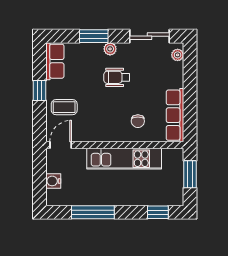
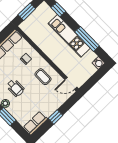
coffee table: (64, 107) -> (43, 77), moved
kitchen unit: (124, 159) -> (69, 36), moved, turned 180
water cooler: (53, 181) -> (98, 63), moved

